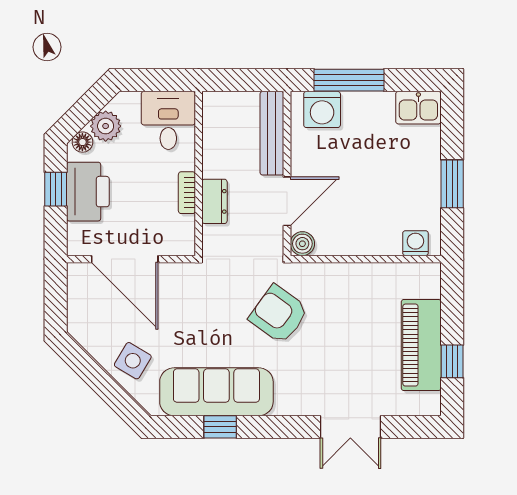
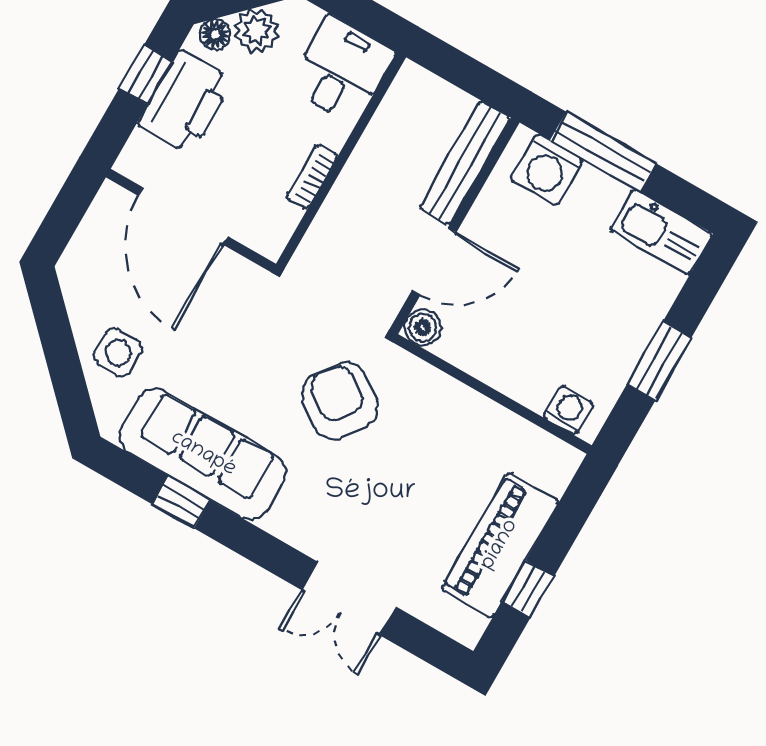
kitchen sink: (418, 108) -> (661, 232), width x1.38
dresser: (214, 201) -> (341, 208), removed
side table: (133, 361) -> (118, 352), turned -31

